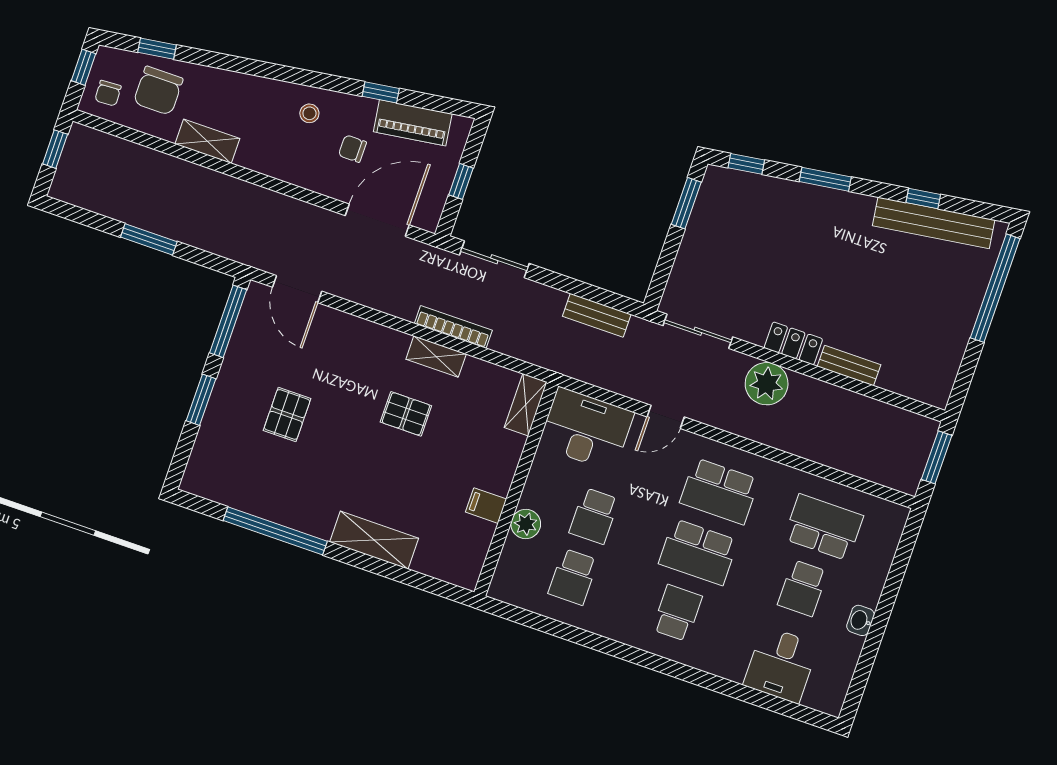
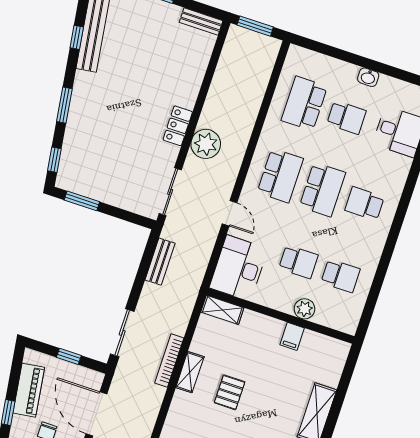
bench: (849, 366) -> (201, 22), moved, turned 90

